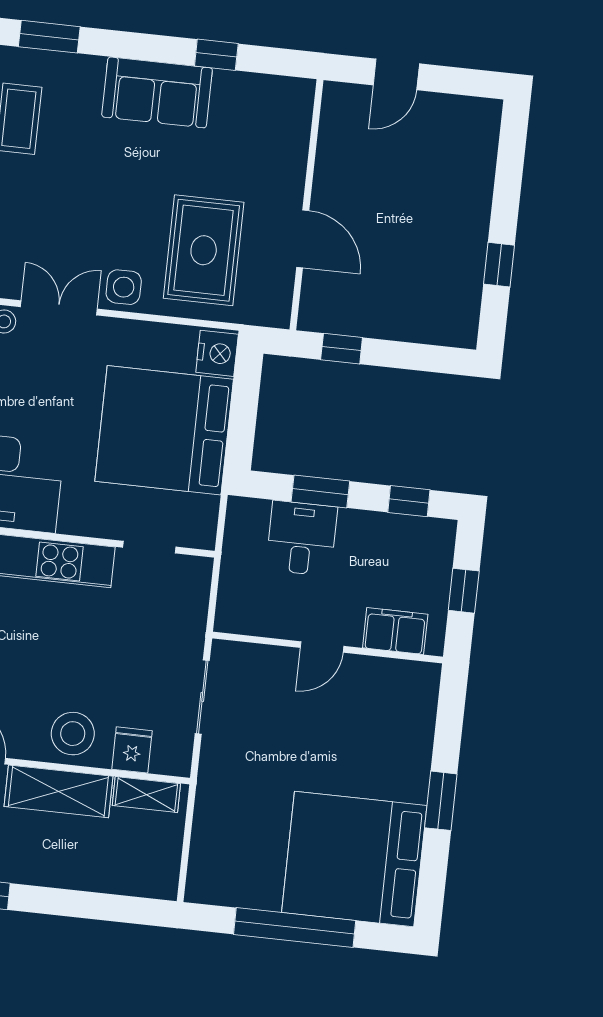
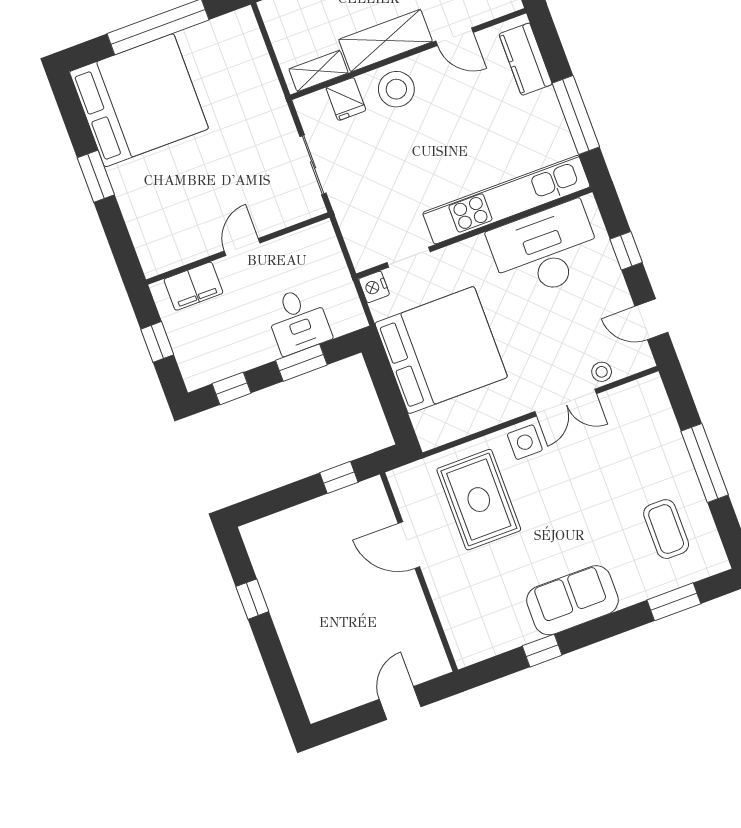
nightstand: (217, 353) -> (374, 287), moved, width x0.74, depth x0.75

